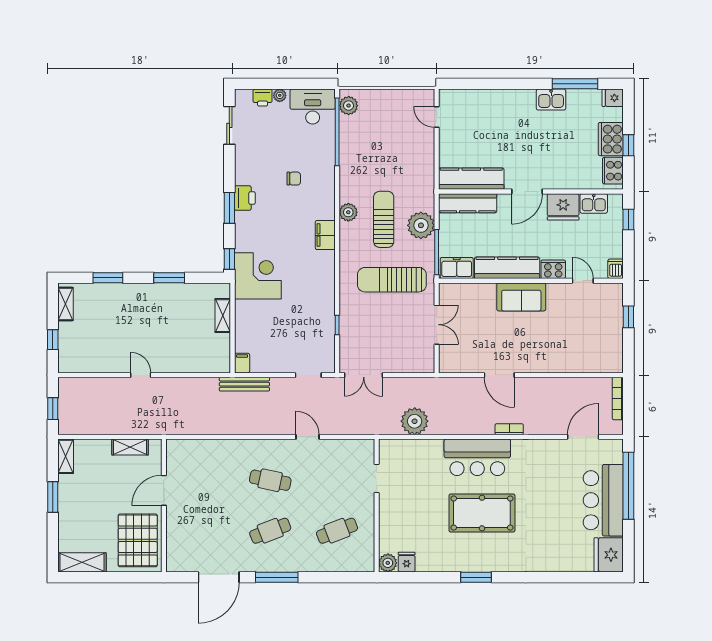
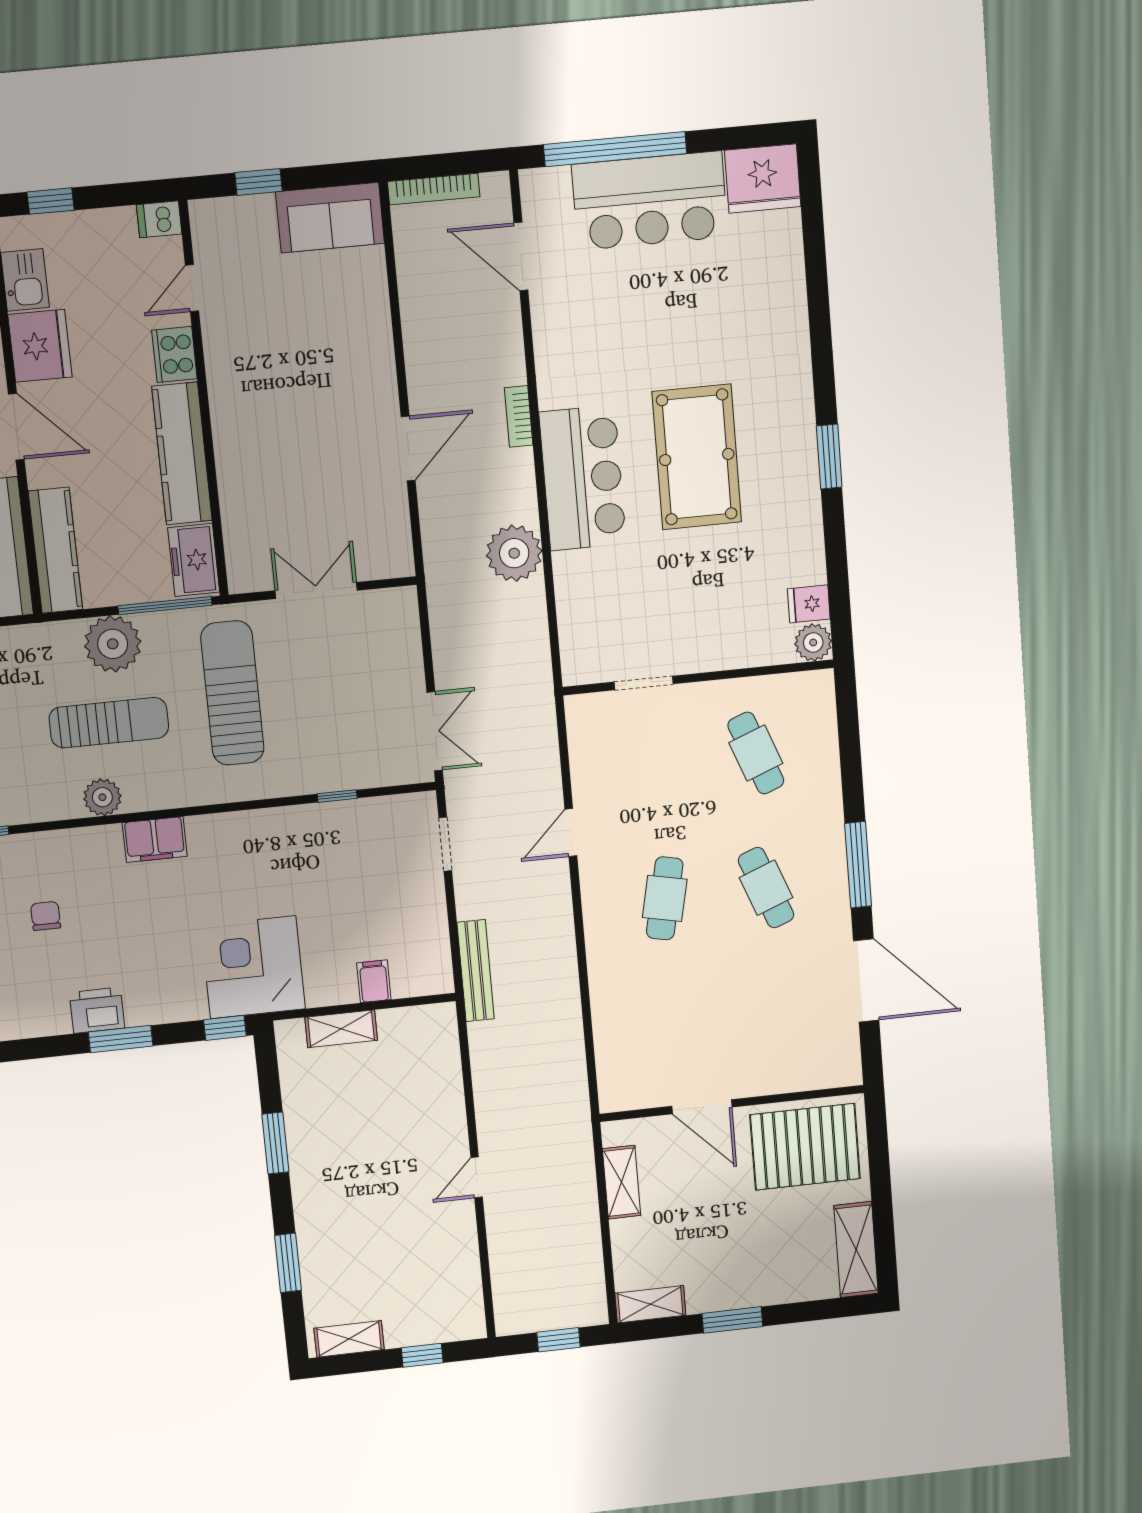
sun lounger: (384, 219) -> (109, 723), turned 180
sun lounger: (392, 280) -> (232, 693), turned 180
sofa: (521, 297) -> (330, 218), moved, turned 90
filing cabinet: (242, 363) -> (374, 981), moved, turned 90
plant: (415, 421) -> (514, 553), moved

